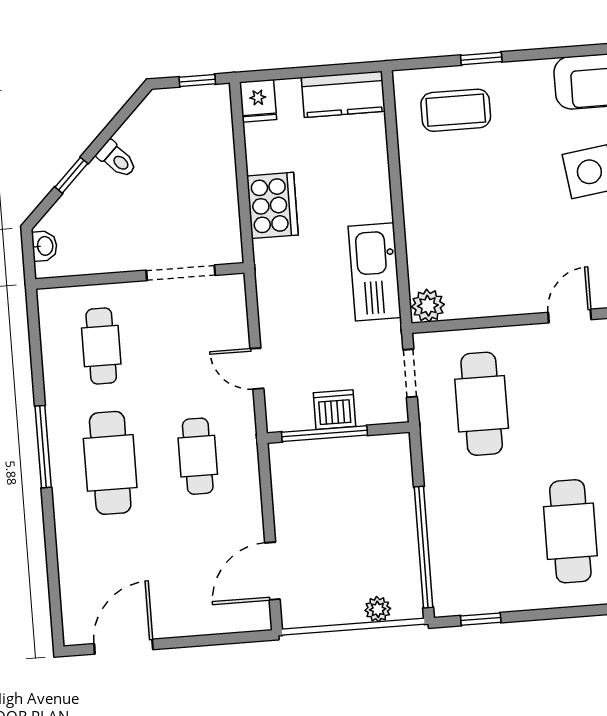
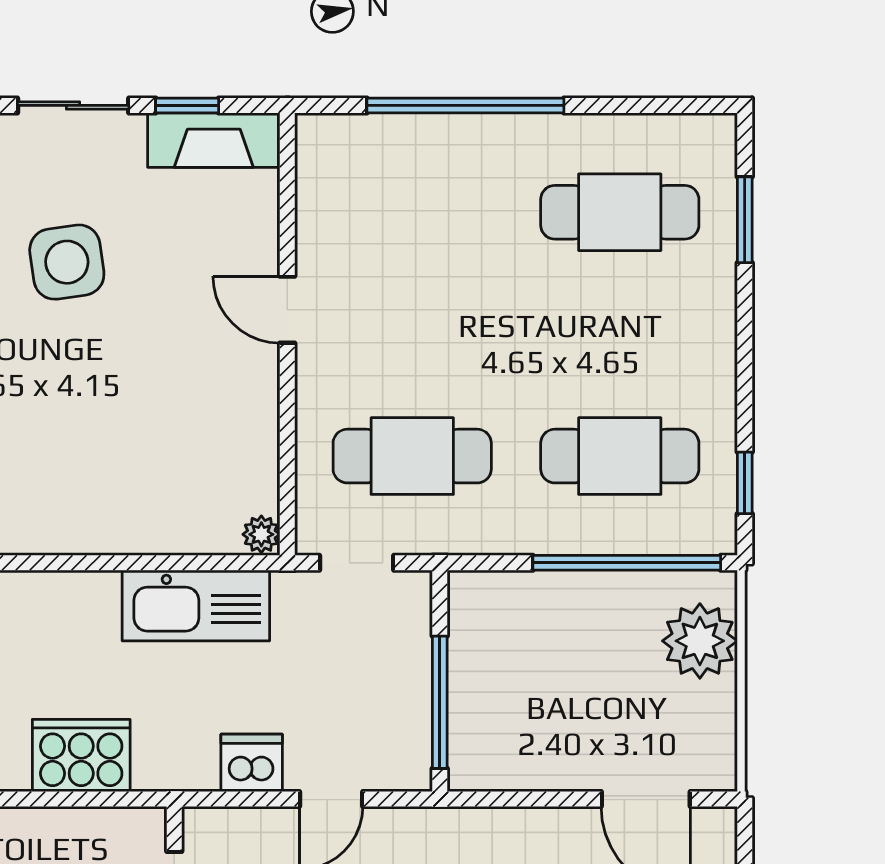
plant: (428, 306) -> (261, 534), width x0.73, depth x0.73
dishwasher: (335, 410) -> (252, 763), moved, turned 90
cafe table: (570, 531) -> (620, 456), moved
plant: (378, 609) -> (700, 641), width x1.87, depth x1.87

